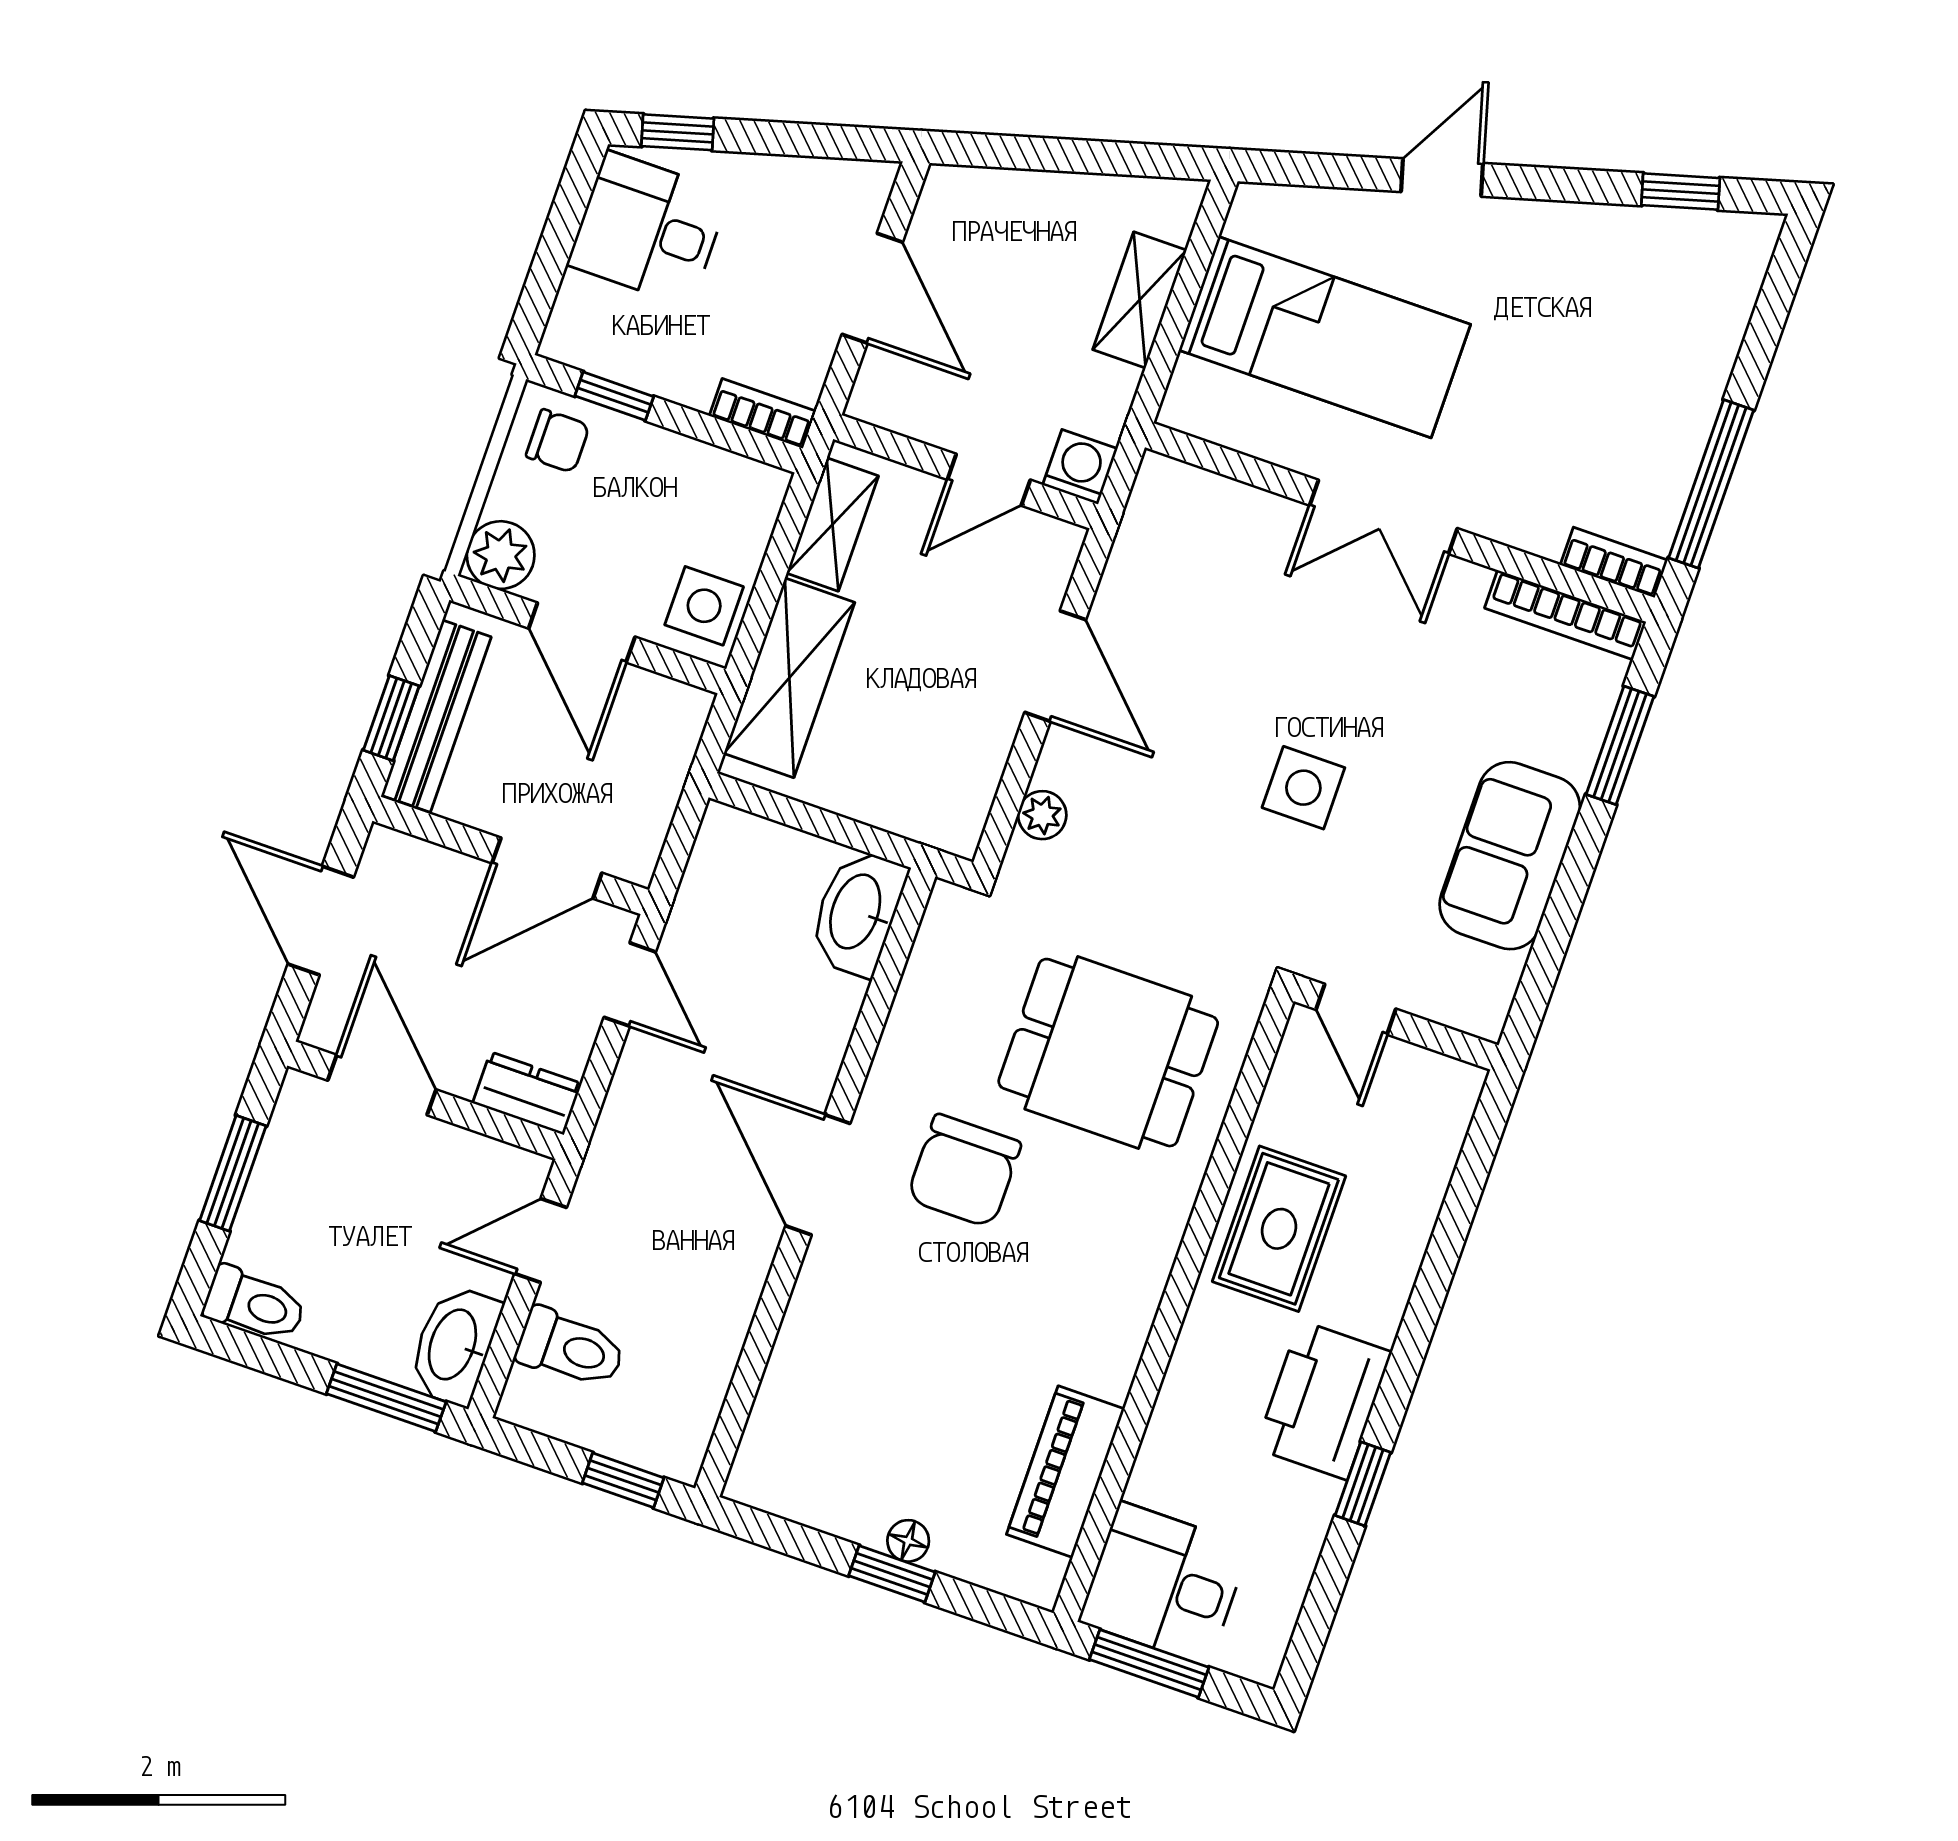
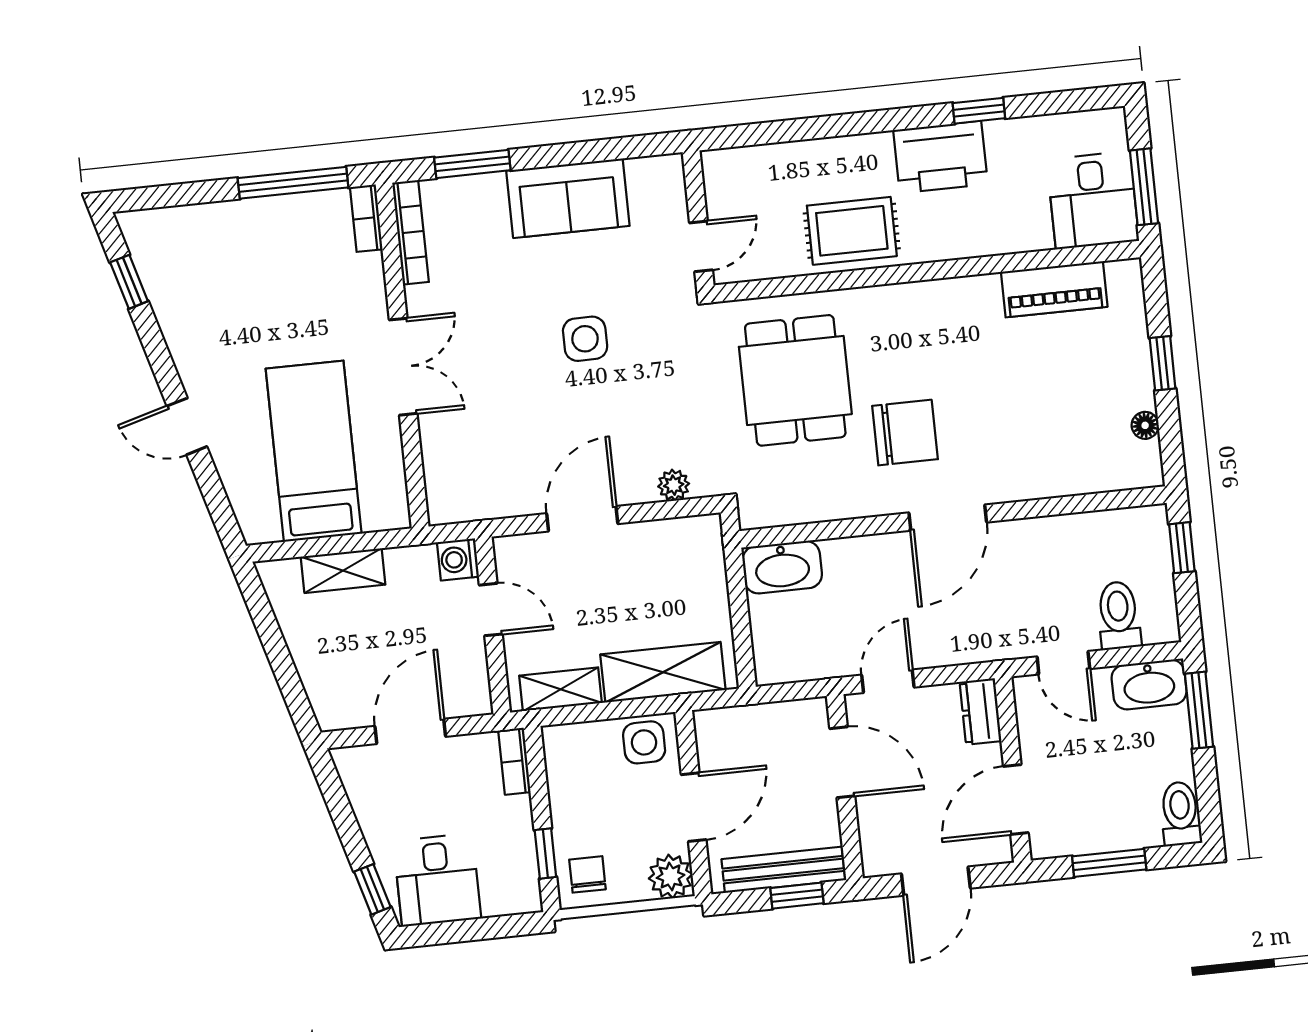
floor lamp: (908, 1541) -> (1145, 425), moved

